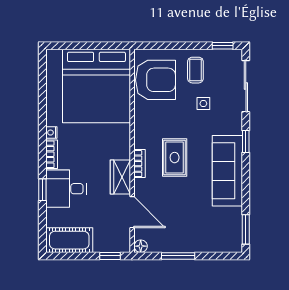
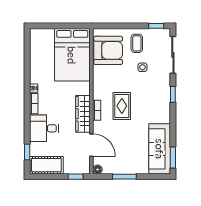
bed: (96, 86) -> (72, 55), width x0.73
sofa: (227, 171) -> (160, 149), moved
wardrobe: (120, 177) -> (83, 114), width x1.50
window: (42, 190) -> (27, 152), moved

